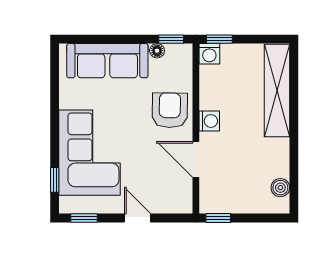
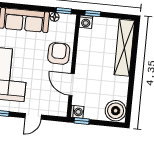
washing machine: (209, 121) -> (77, 112), moved
boiler: (280, 188) -> (116, 111), width x1.86, depth x1.86
door: (138, 218) -> (33, 116), swing flipped

